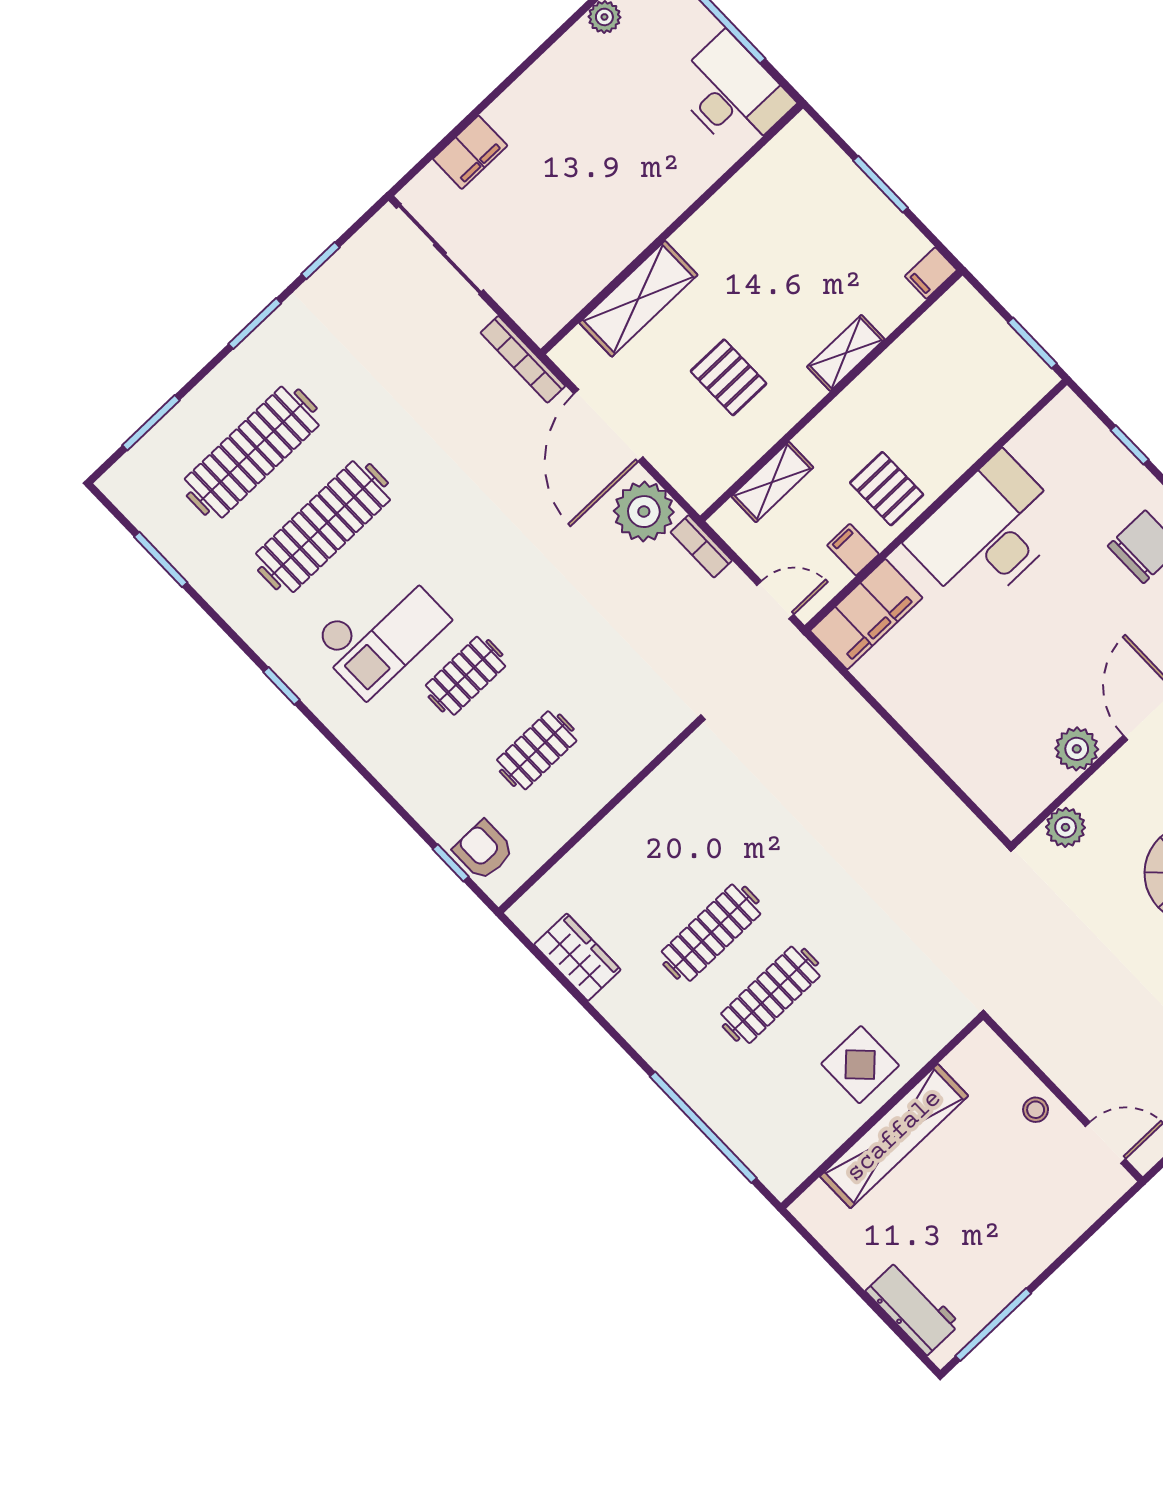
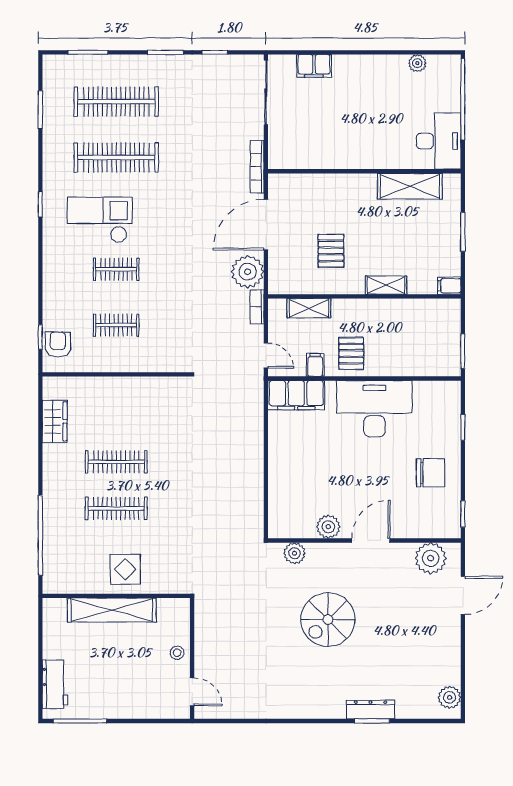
shelving: (638, 299) -> (410, 186), moved
checkout: (381, 631) -> (100, 220), turned 180

